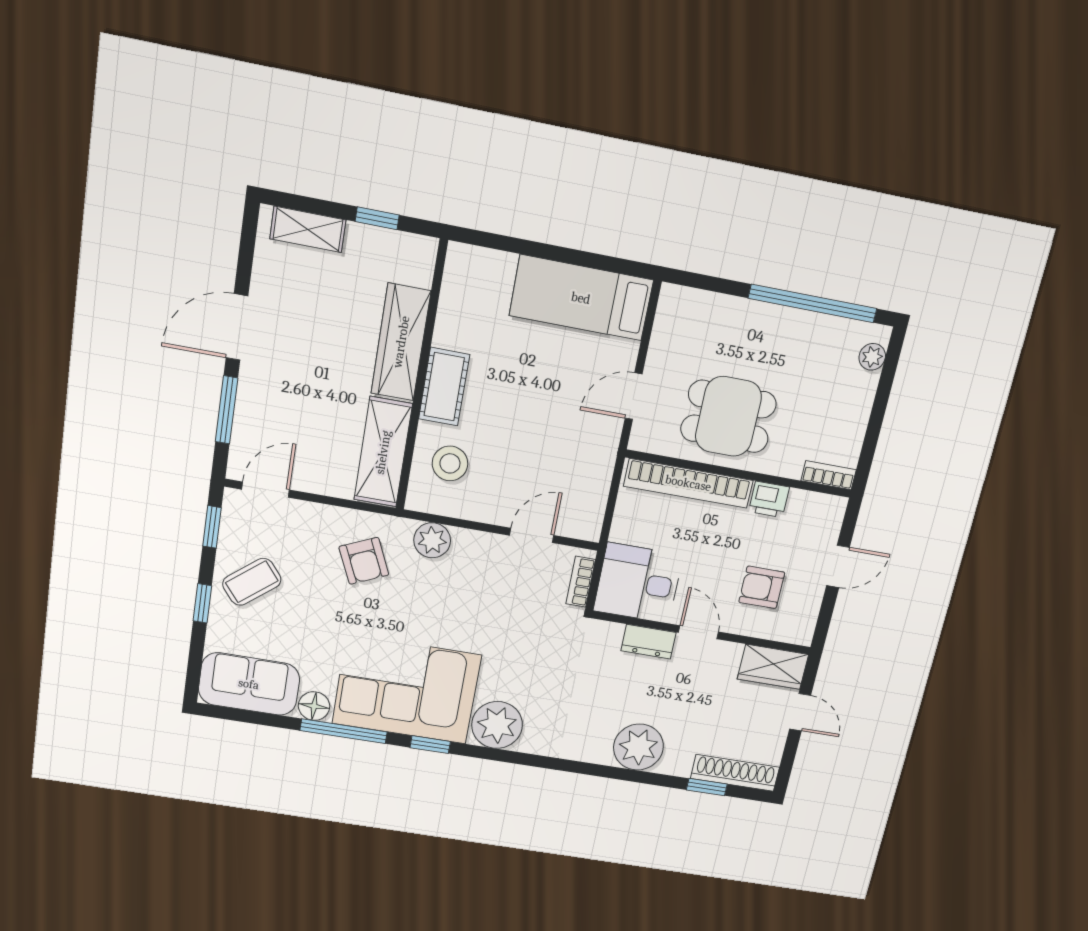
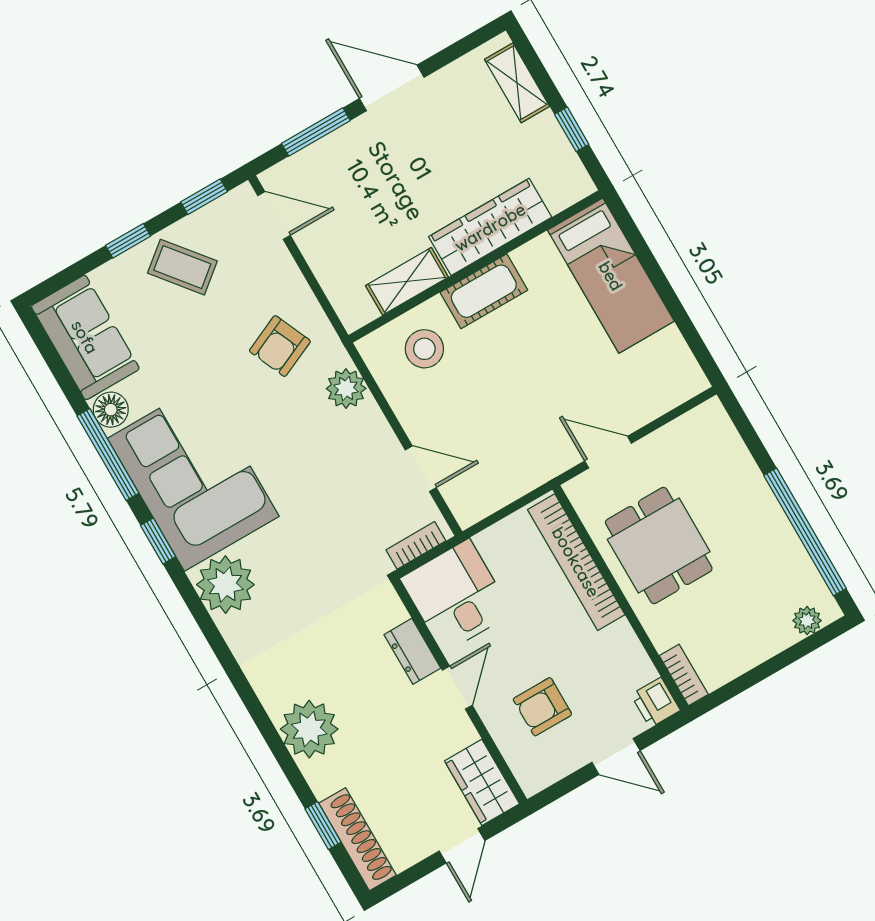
bed: (581, 298) -> (611, 276), moved, turned 180
shelving: (383, 452) -> (407, 281), width x0.67, depth x0.75
printer: (769, 499) -> (655, 702), moved
armchair: (762, 587) -> (542, 707), turned -90

